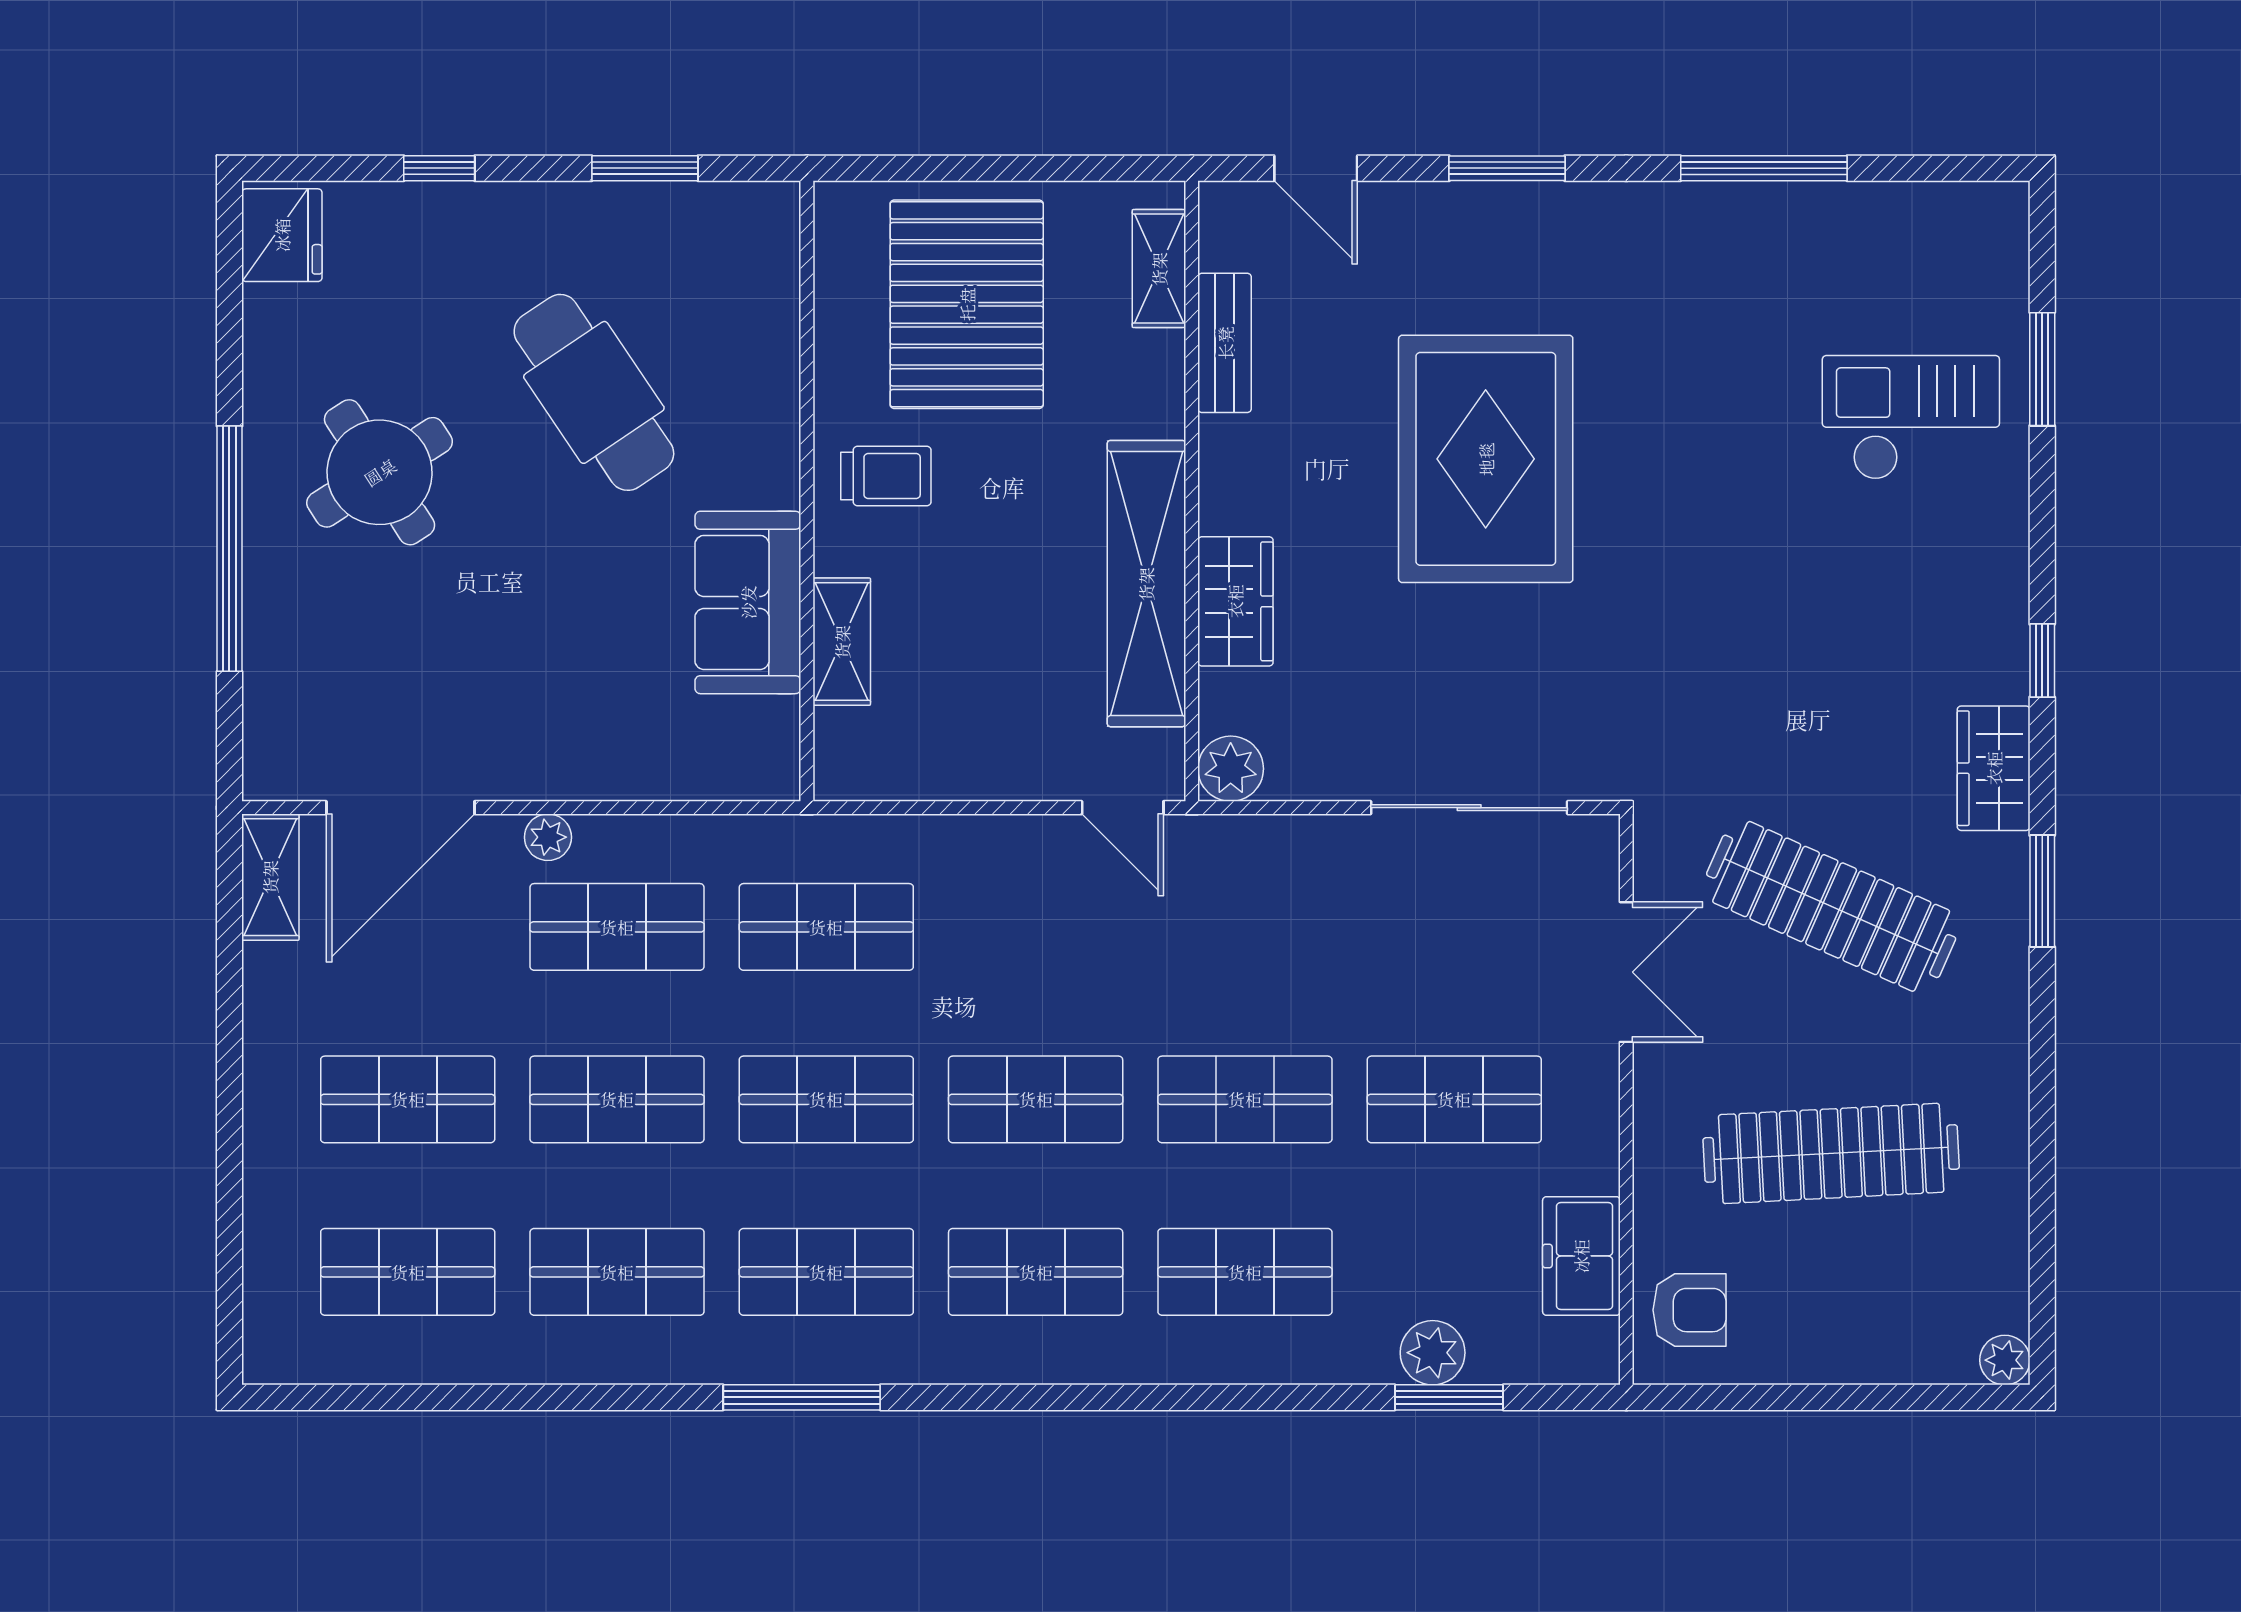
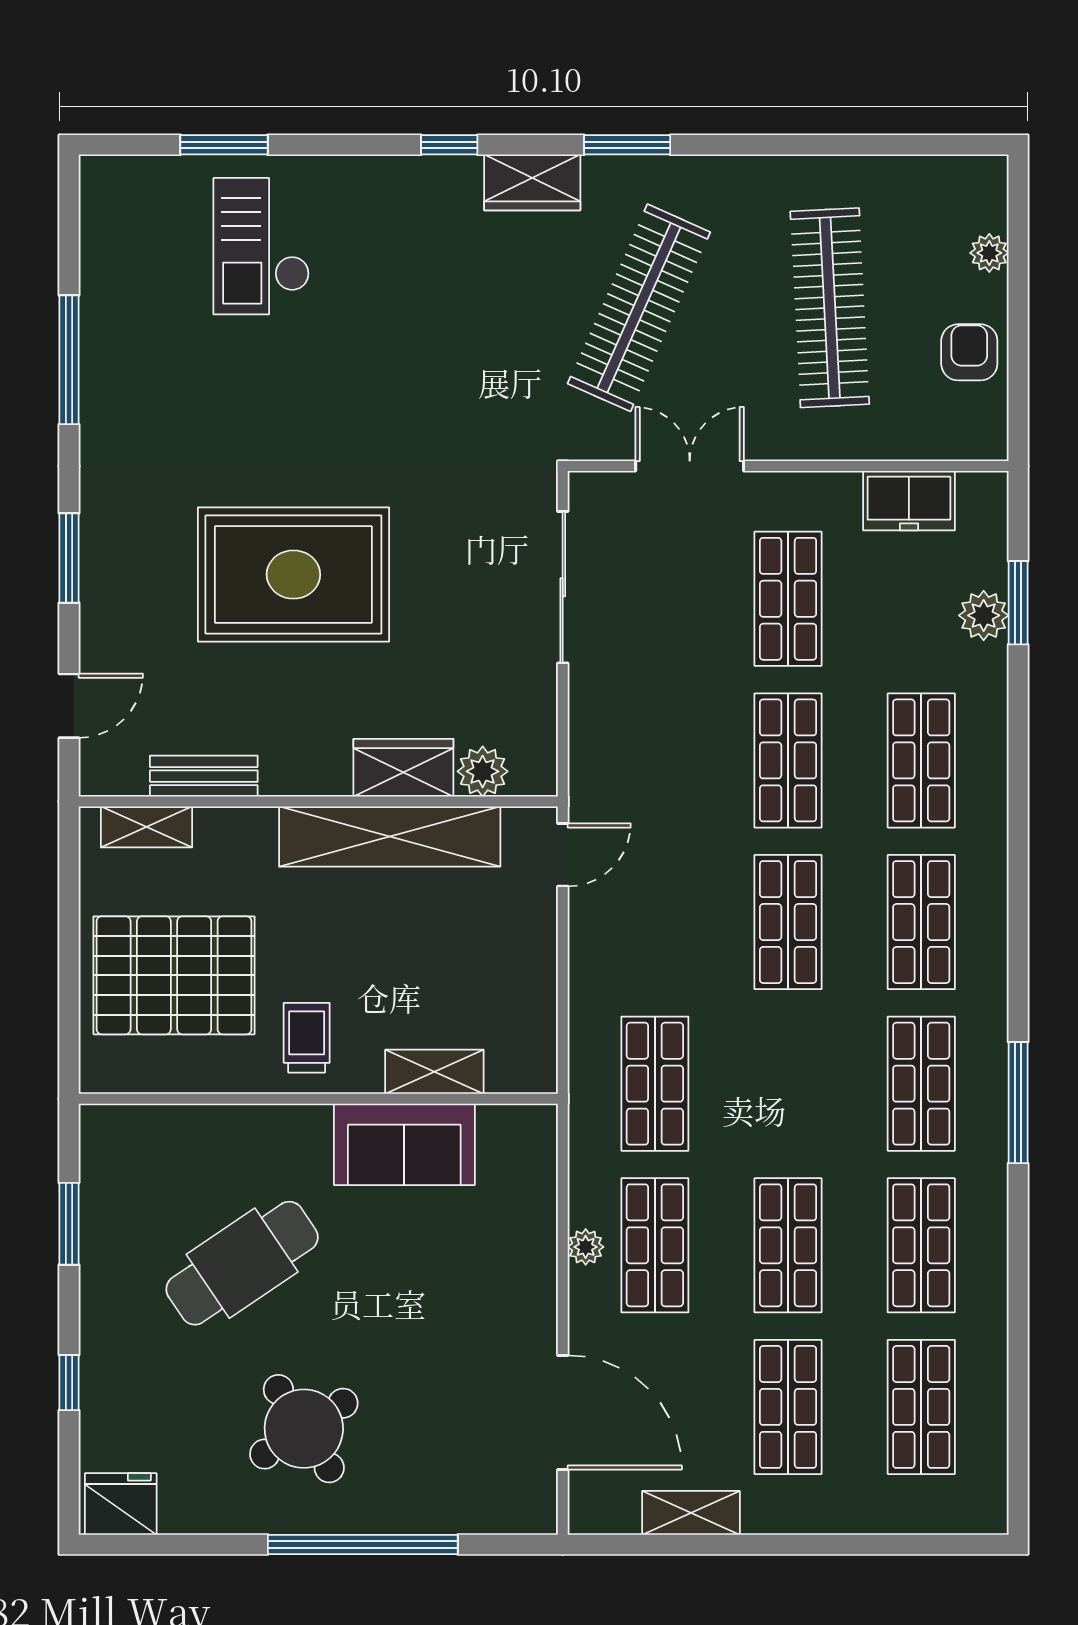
plant: (1231, 769) -> (483, 771), moved
plant: (548, 837) -> (586, 1247), moved
shelving: (270, 877) -> (691, 1513), moved
shop shelf: (826, 1099) -> (788, 1084), removed
armchair: (1689, 1310) -> (969, 352), moved
plant: (2005, 1360) -> (989, 253), moved

